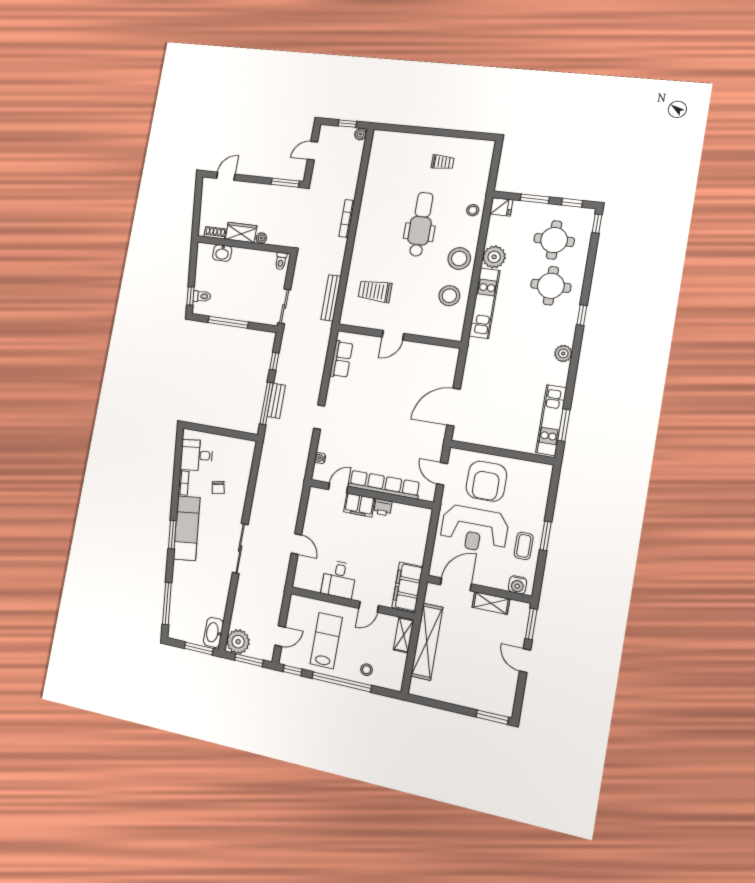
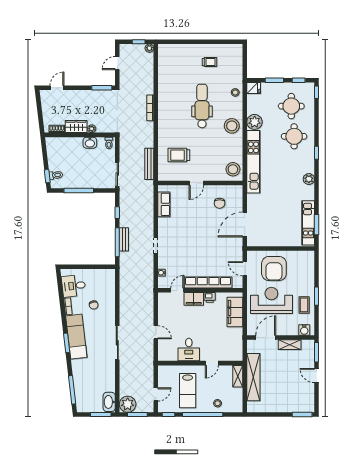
washbasin: (222, 253) -> (90, 143), moved
stool: (449, 296) -> (233, 169), moved
kitchen unit: (484, 303) -> (253, 162), width x1.36
chair: (422, 370) -> (220, 203), added
reception desk: (474, 529) -> (271, 300), turned 180
filing cabinet: (407, 587) -> (235, 312), moved
lab bench: (326, 641) -> (188, 391), turned 180

